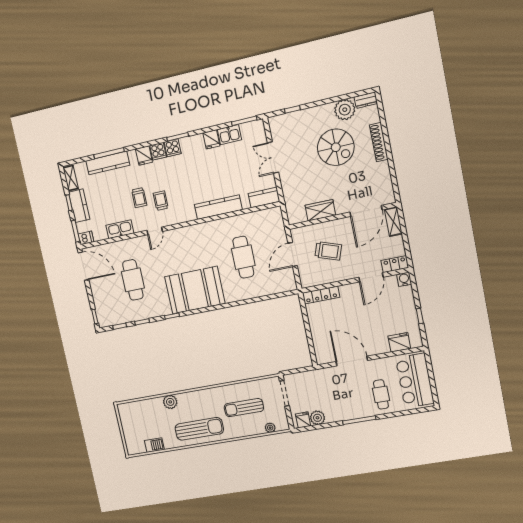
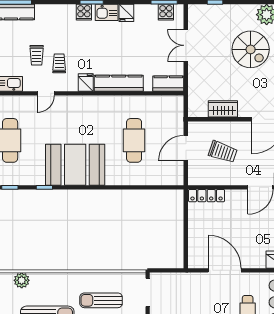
kitchen sink: (229, 135) -> (107, 12), moved
cooker: (158, 151) -> (166, 12), moved
fridge: (144, 156) -> (86, 82), moved, turned 180

